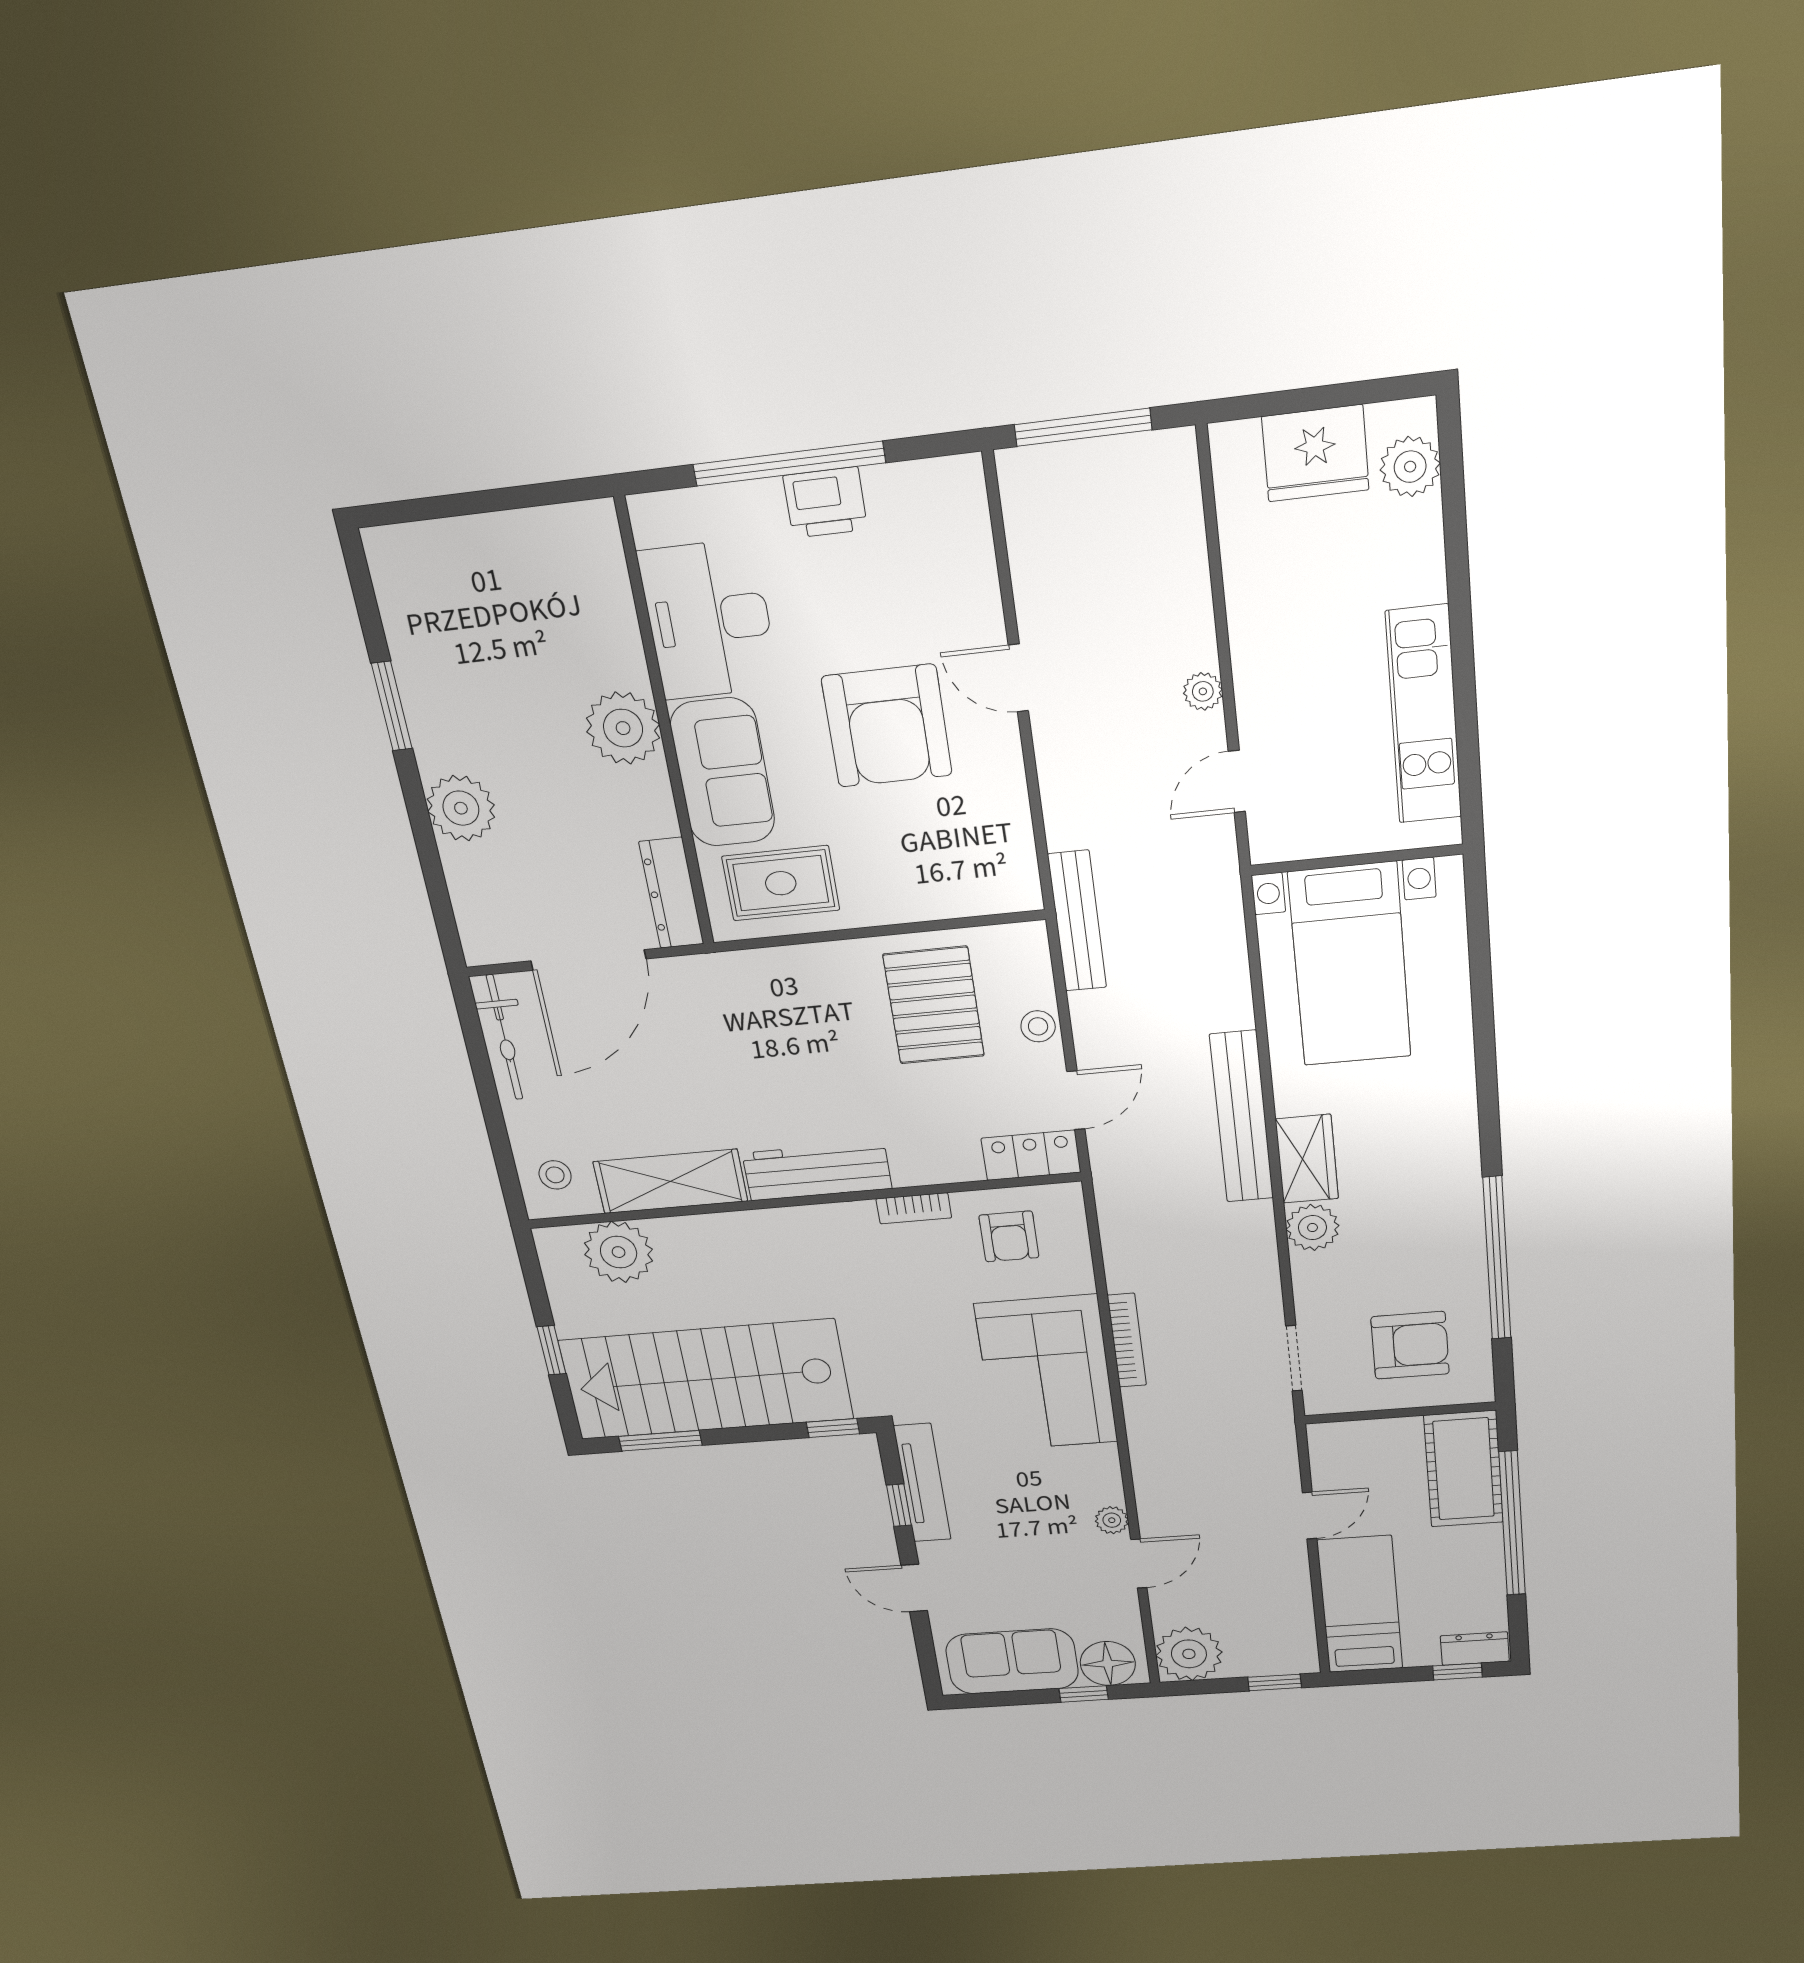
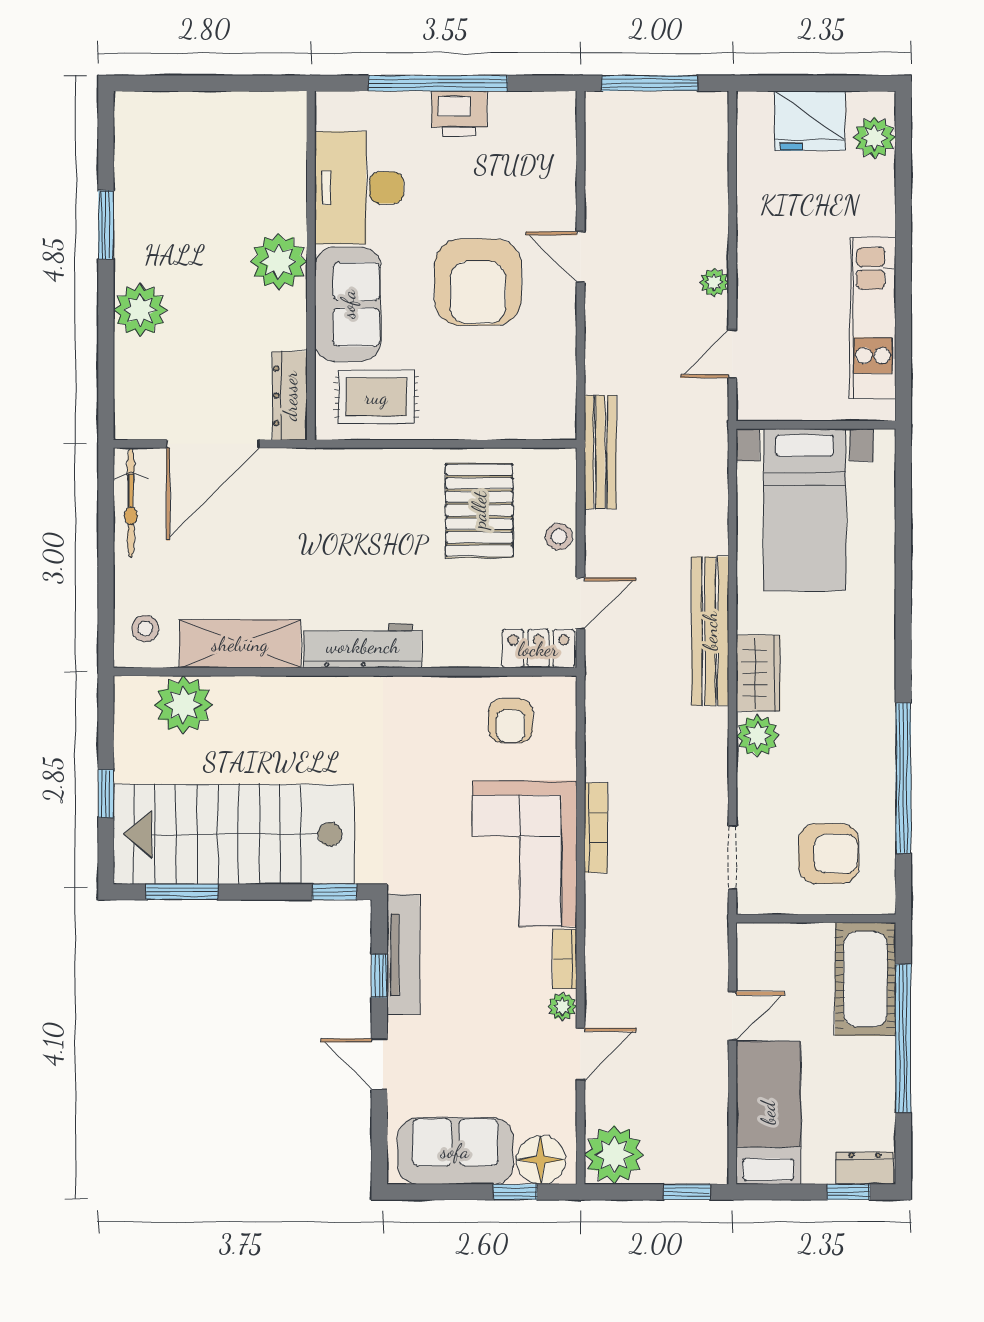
bookcase: (914, 1208) -> (565, 959), moved, turned 90

